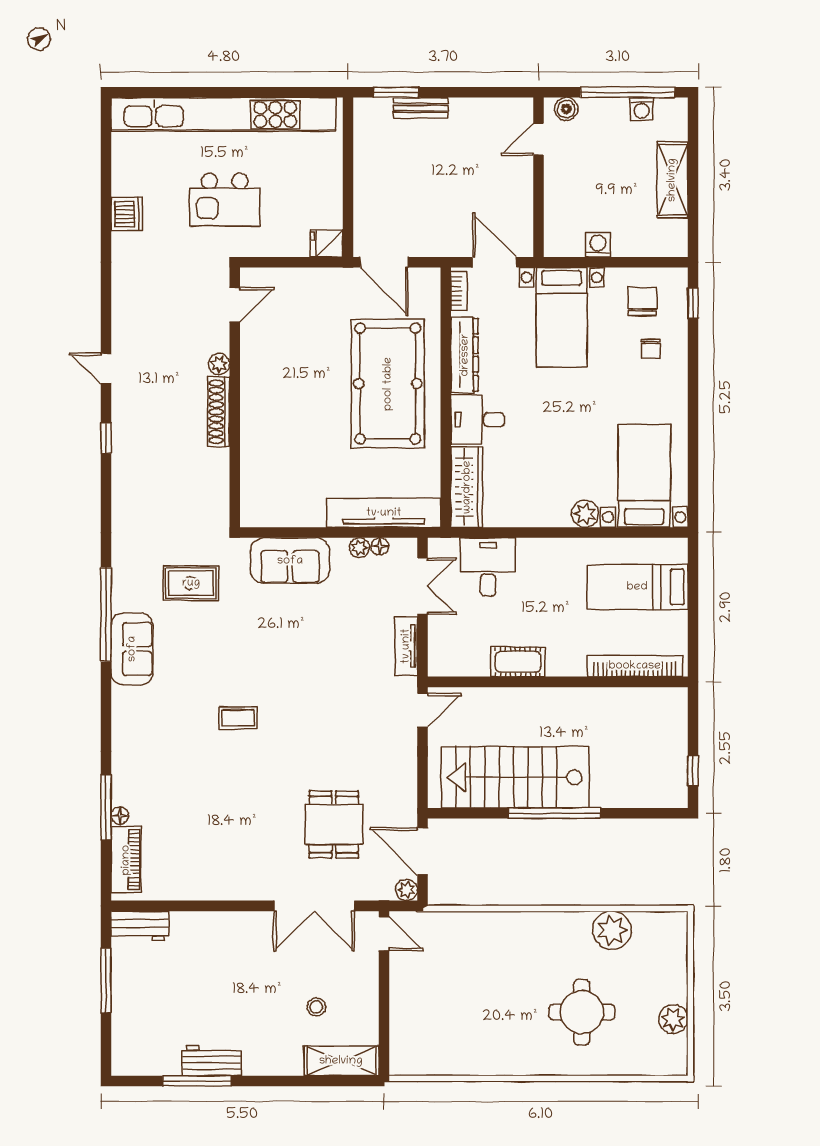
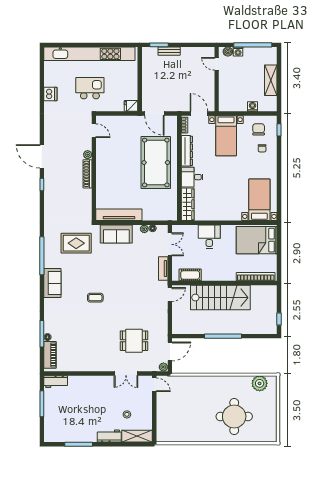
washing machine: (642, 109) -> (238, 52), moved
door: (538, 139) -> (217, 64), hinge flipped
kitchen island: (225, 200) -> (90, 88), turned 180
washing machine: (598, 245) -> (253, 106), moved
door: (235, 305) -> (94, 131), hinge flipped
door: (106, 368) -> (42, 156), width x1.88
tv unit: (384, 513) -> (119, 215), moved
plant: (585, 514) -> (235, 215), removed
desk: (488, 567) -> (209, 237), moved
rug: (191, 583) -> (76, 243), width x1.36, depth x1.43
bed: (637, 587) -> (257, 240), width x1.50
sofa: (132, 649) -> (52, 283), moved
cot: (518, 662) -> (190, 275), moved
stairs: (515, 777) -> (220, 298), moved, turned 180
dining table: (334, 825) -> (134, 341), turned 90
door: (423, 851) -> (170, 351), swing flipped
double door: (314, 906) -> (126, 374), width x0.73
plant: (612, 930) -> (260, 383), moved
round table: (582, 1012) -> (234, 416), width x1.36, depth x1.36
plant: (673, 1019) -> (271, 419), removed
workbench: (212, 1061) -> (109, 436), moved

